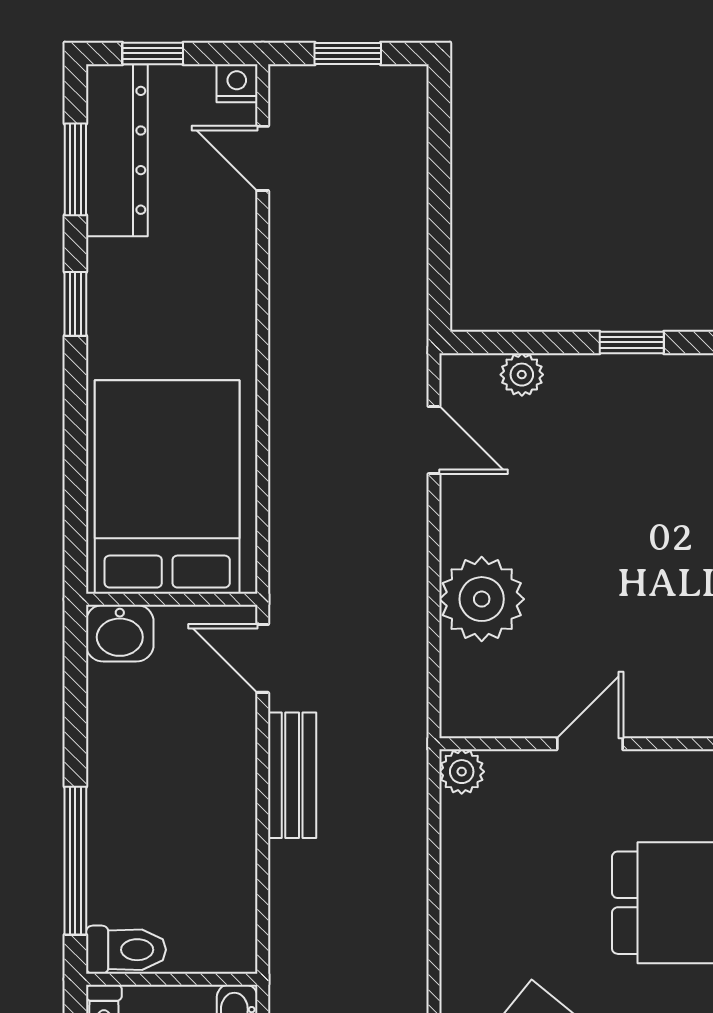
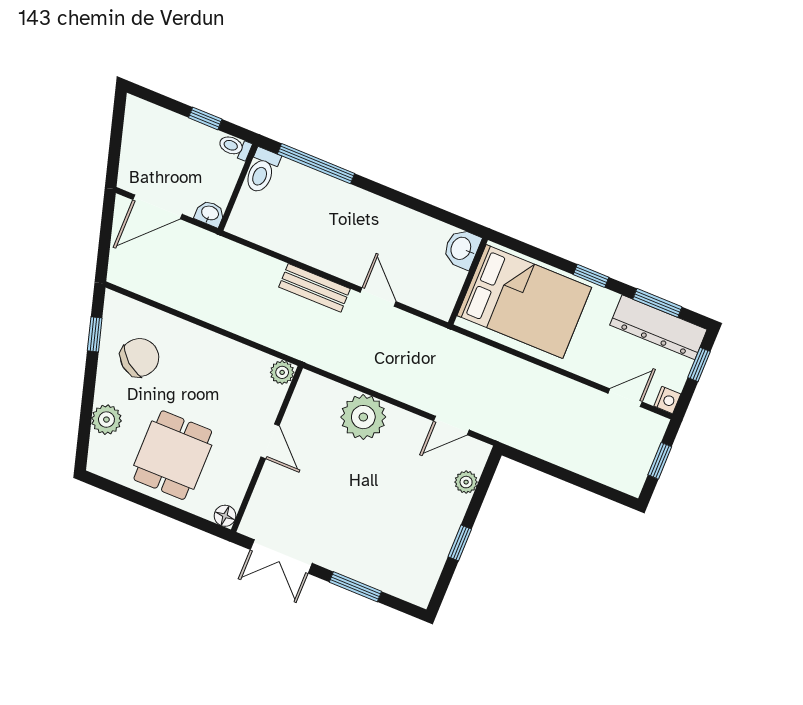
bed: (167, 487) -> (524, 302), moved
wall: (172, 599) -> (468, 281), moved
washbasin: (120, 633) -> (462, 249), moved
door: (263, 658) -> (378, 297), hinge flipped

